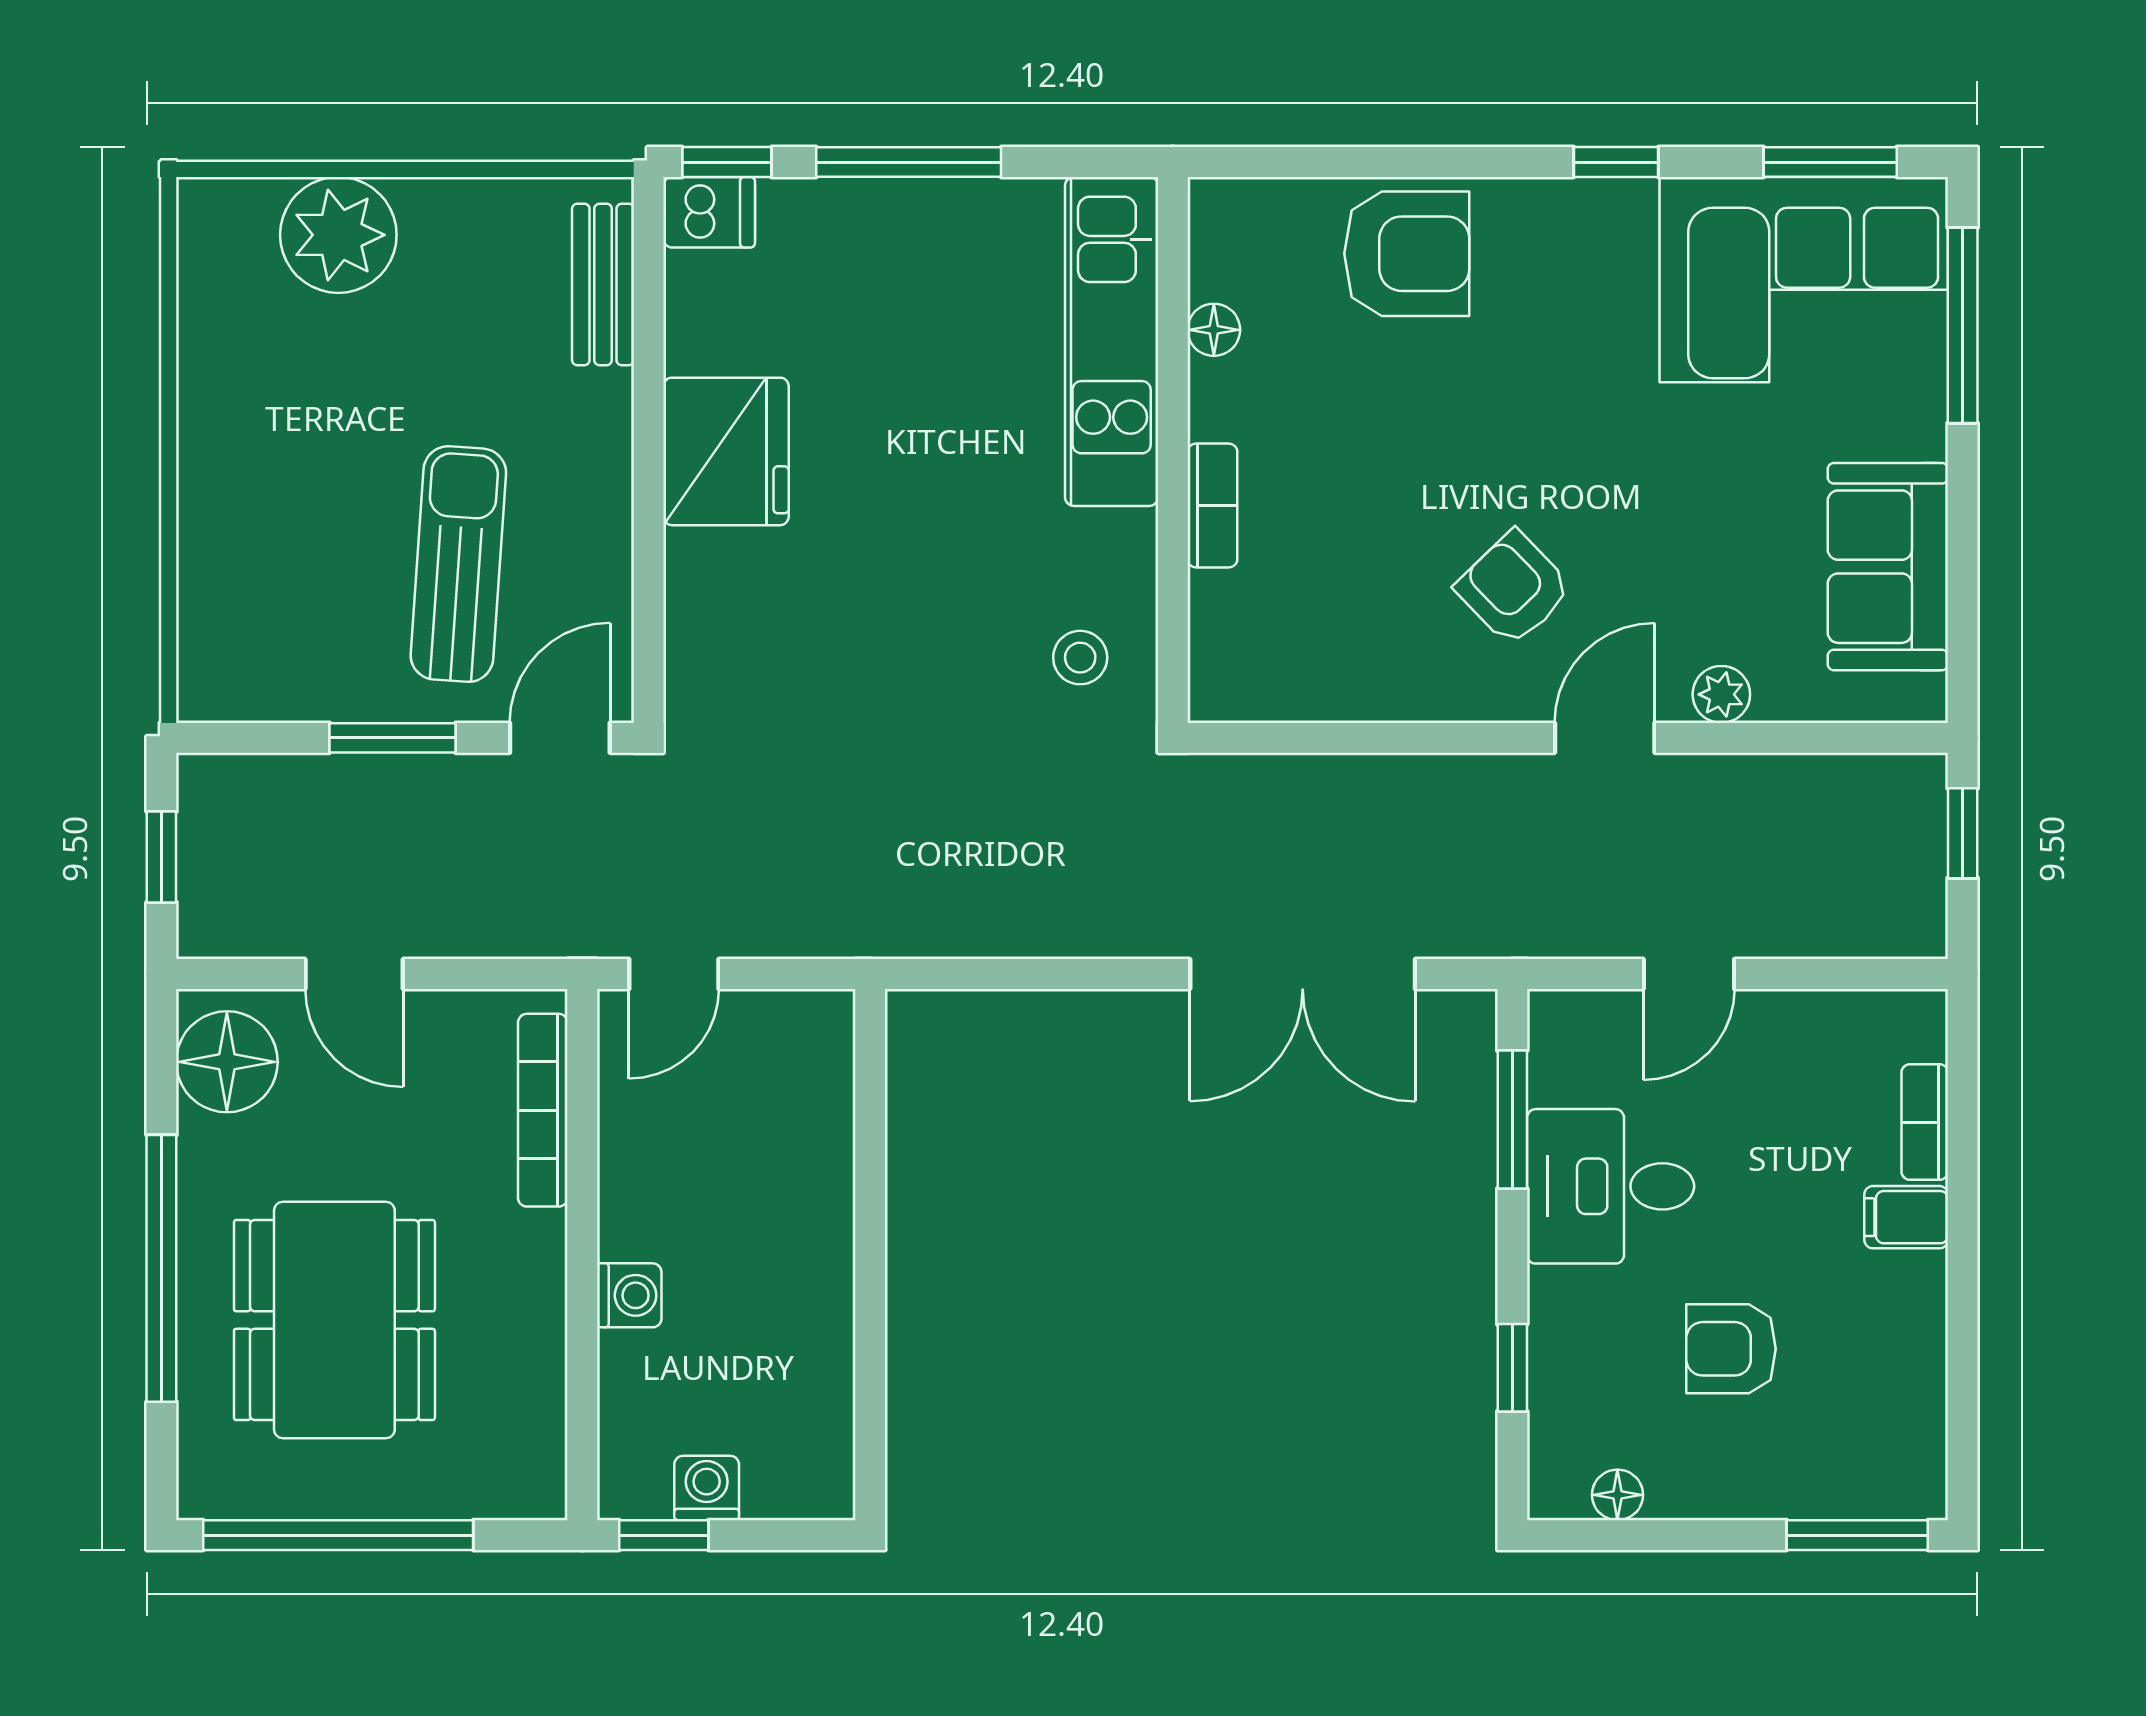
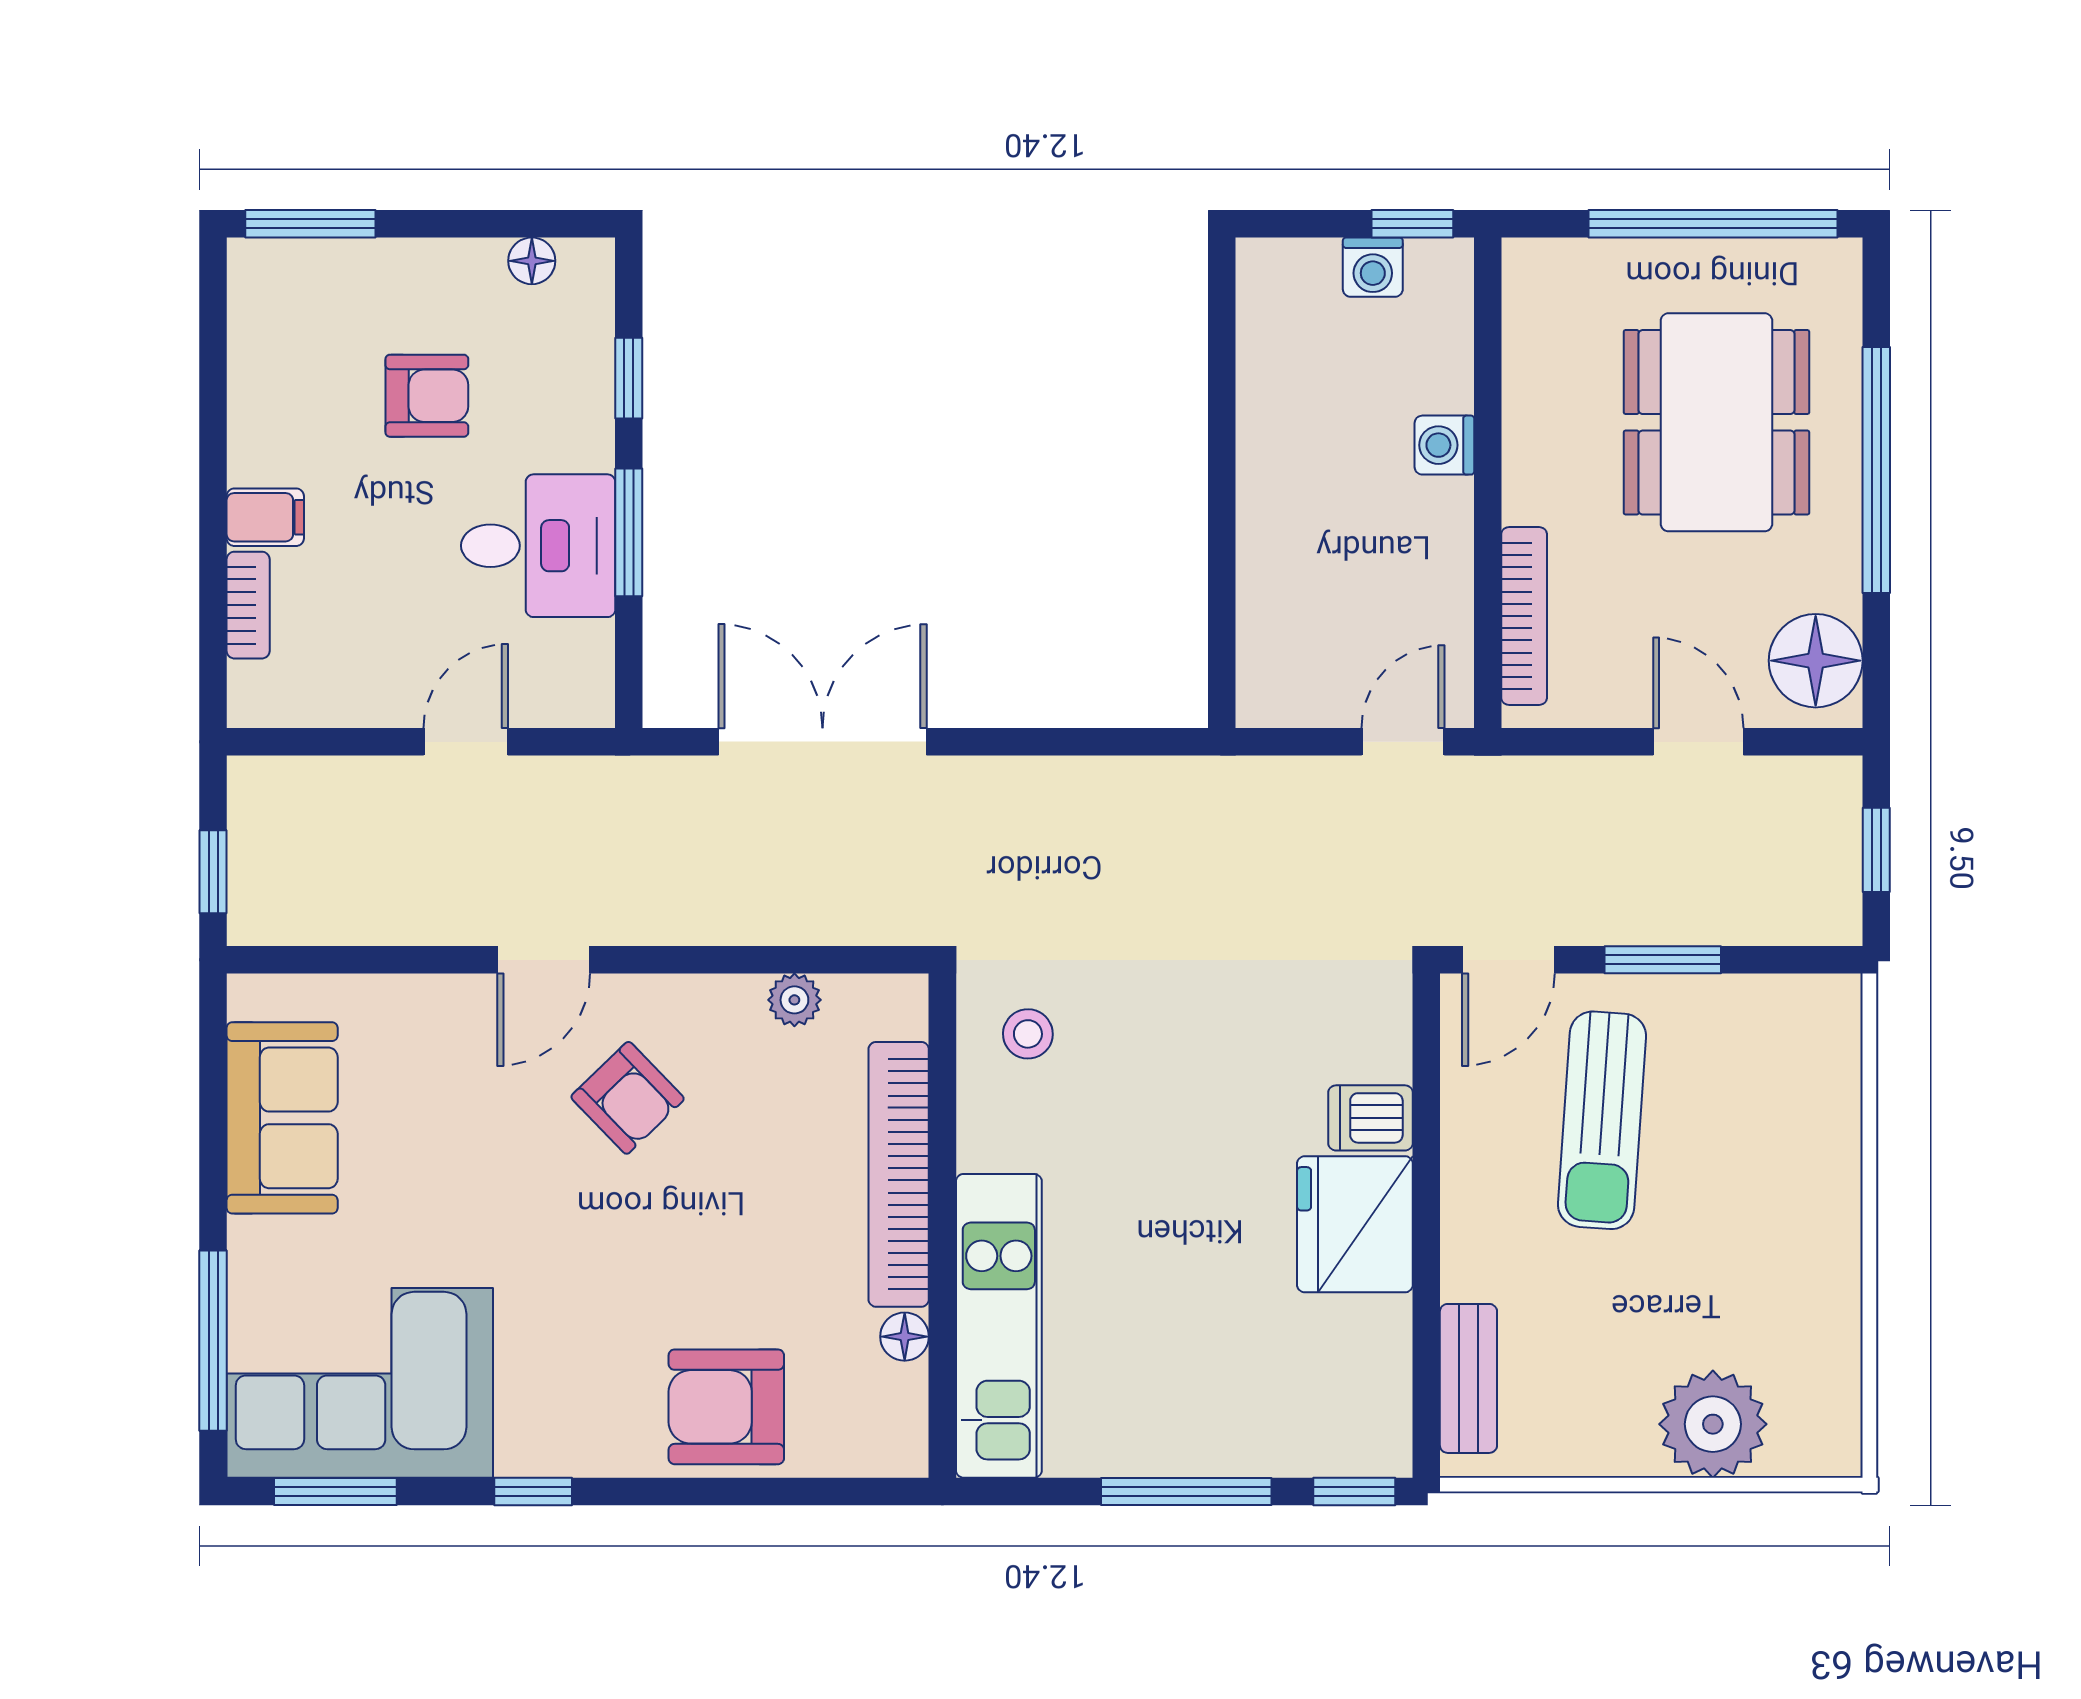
dishwasher: (709, 212) -> (1371, 1118), moved
bookcase: (1212, 506) -> (899, 1174), width x2.31, depth x1.31
plant: (1721, 694) -> (794, 1000), moved
window: (1512, 1119) -> (629, 532), moved

